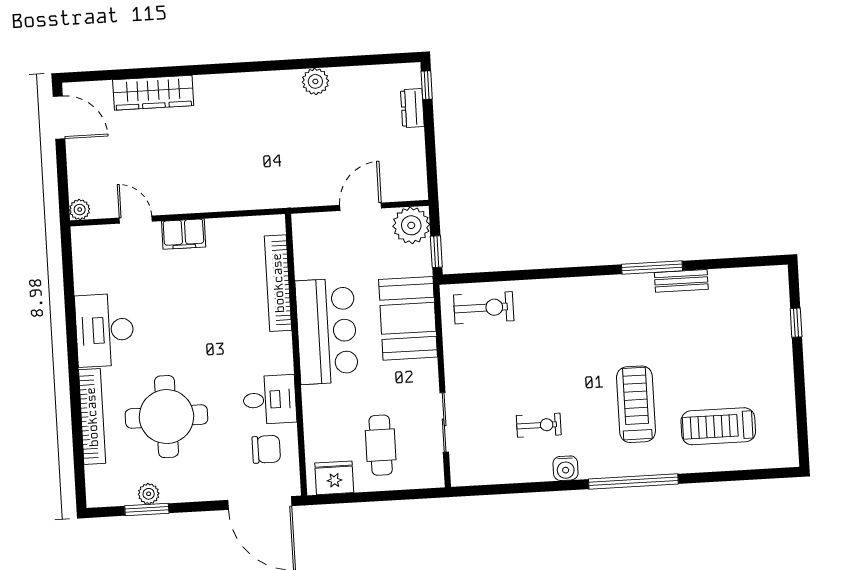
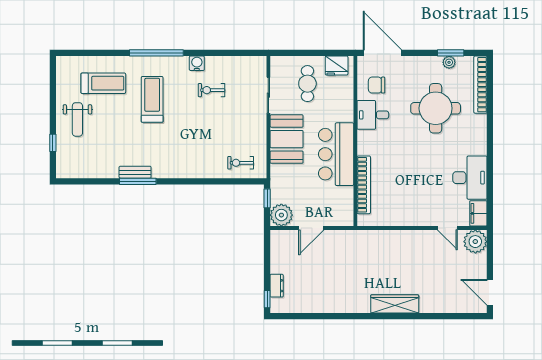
plant: (315, 81) -> (334, 305), removed
wardrobe: (153, 93) -> (395, 304), moved
plant: (80, 210) -> (475, 242), width x1.87, depth x1.87
filing cabinet: (184, 234) -> (478, 213), moved, turned -90
bench: (681, 281) -> (135, 172), moved
exercise bike: (484, 308) -> (241, 163), width x0.73, depth x0.72
booth: (408, 318) -> (287, 139), moved
desk: (105, 330) -> (470, 178), moved
weight bench: (758, 364) -> (77, 119), added
treadmill: (636, 404) -> (152, 99), turned 180
bookcase: (92, 417) -> (480, 85), moved

